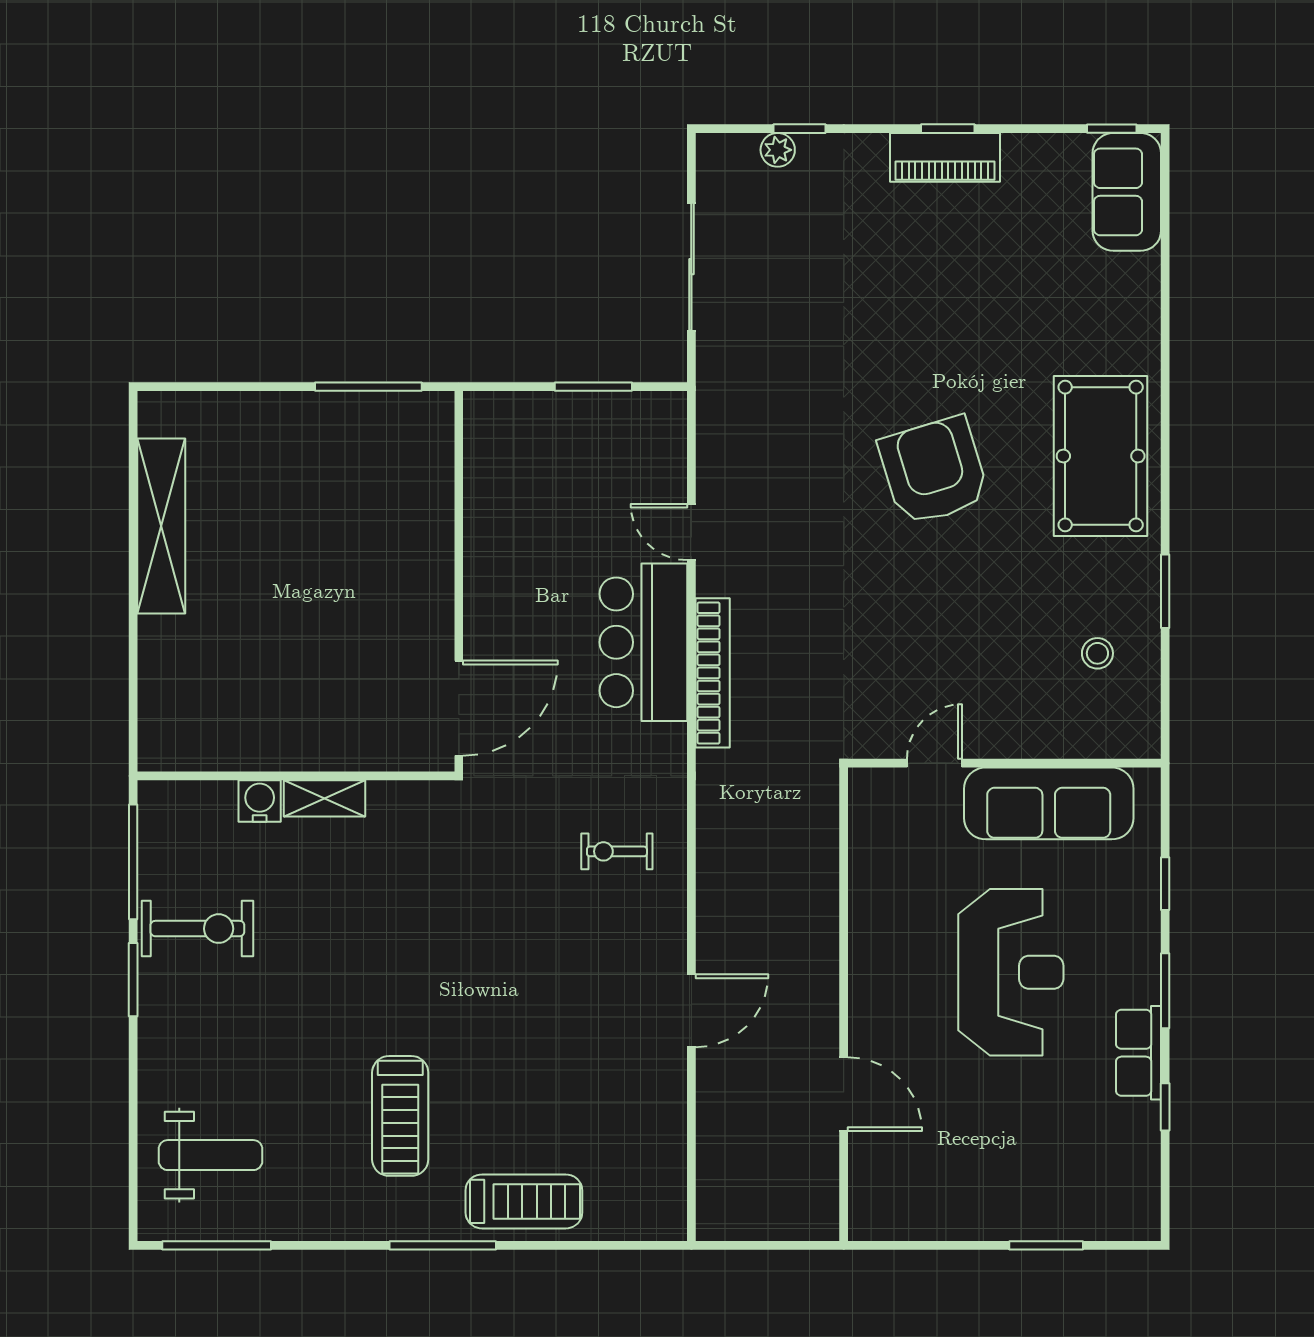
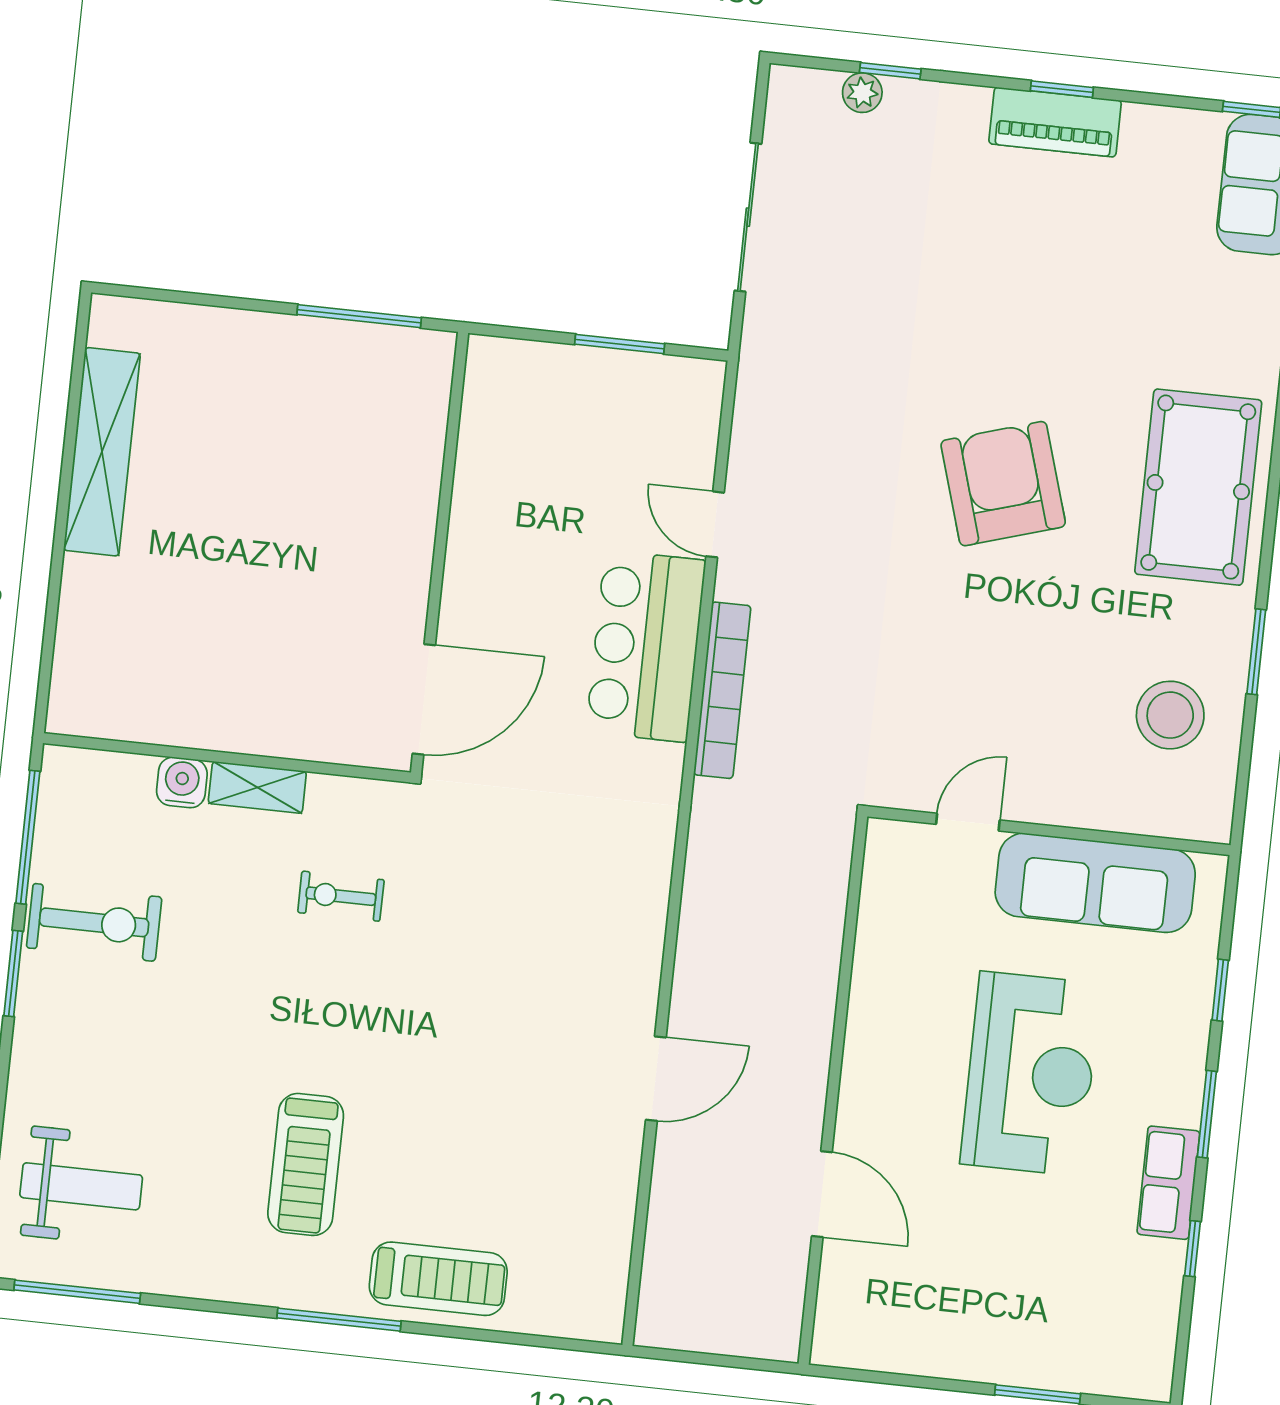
stool: (1097, 653) -> (1170, 715), width x1.89, depth x1.89
exercise bike: (617, 851) -> (341, 896), moved

